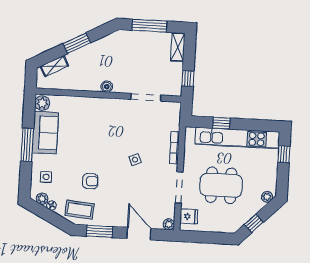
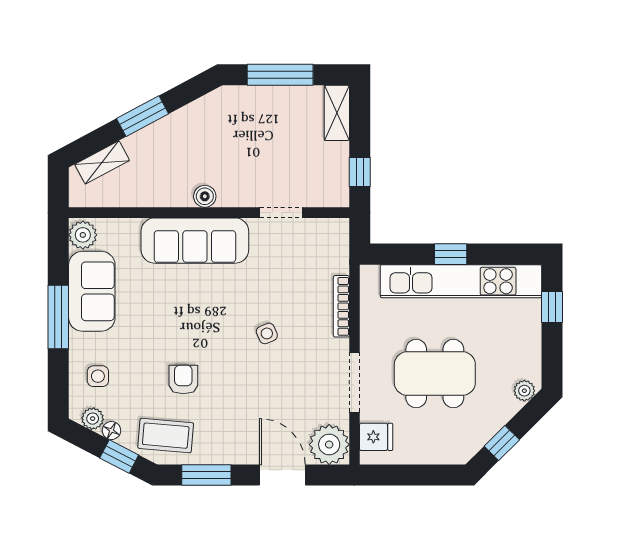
doorway: (146, 97) -> (281, 213), width x0.73
sofa: (100, 109) -> (195, 241), added
window: (221, 123) -> (451, 254), moved
armchair: (90, 181) -> (183, 380), turned -90
window: (55, 219) -> (119, 457), added
plant: (169, 224) -> (329, 445), width x1.87, depth x1.87

